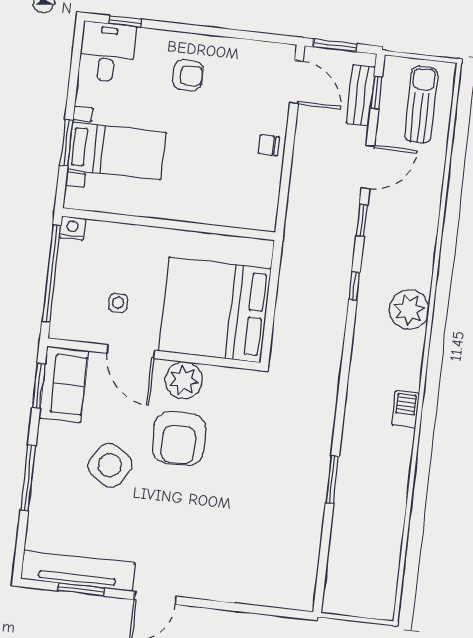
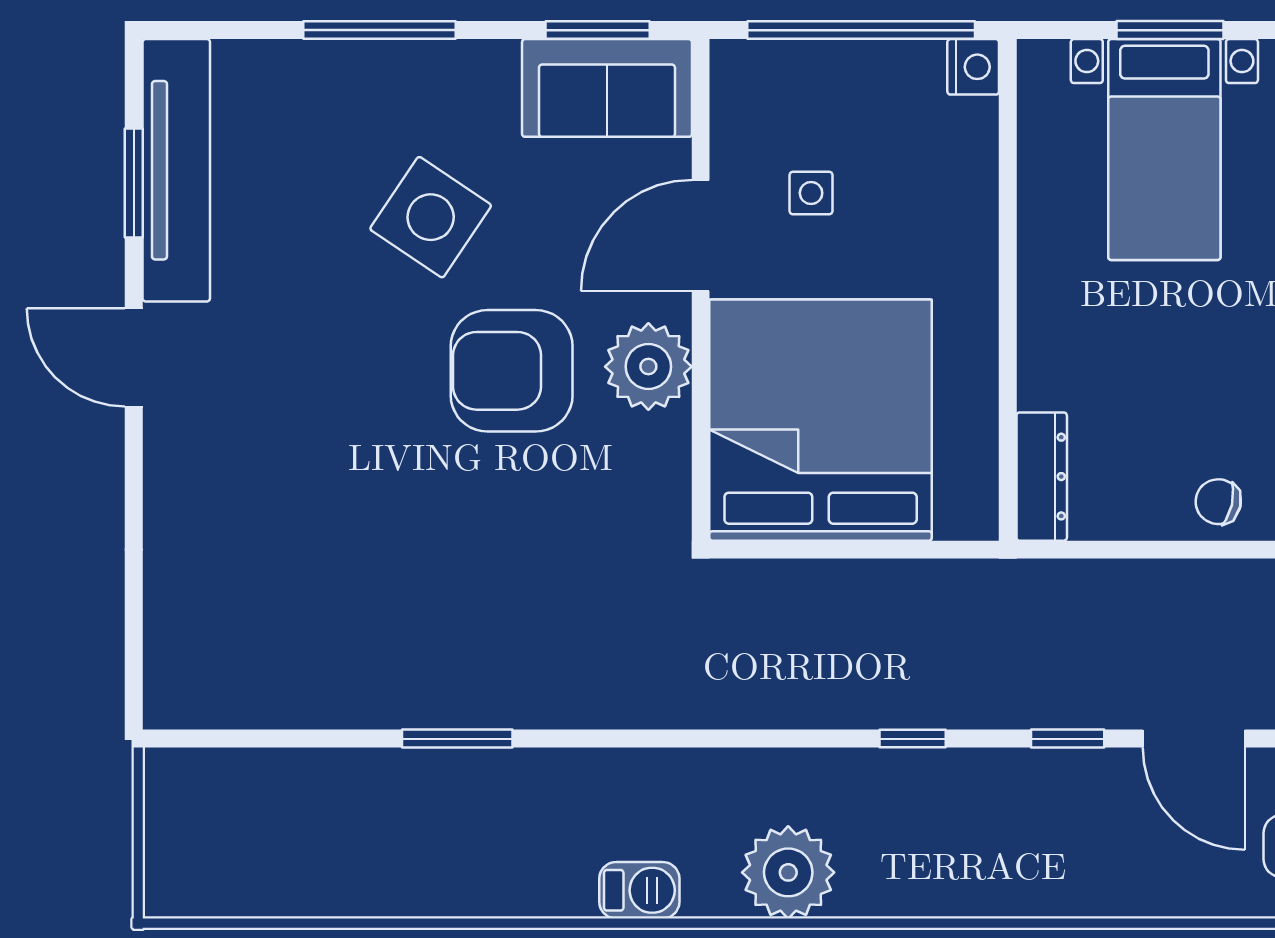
chair: (269, 145) -> (1218, 502), turned -77
dresser: (249, 219) -> (1042, 477), added
plant: (409, 310) -> (788, 872), moved

